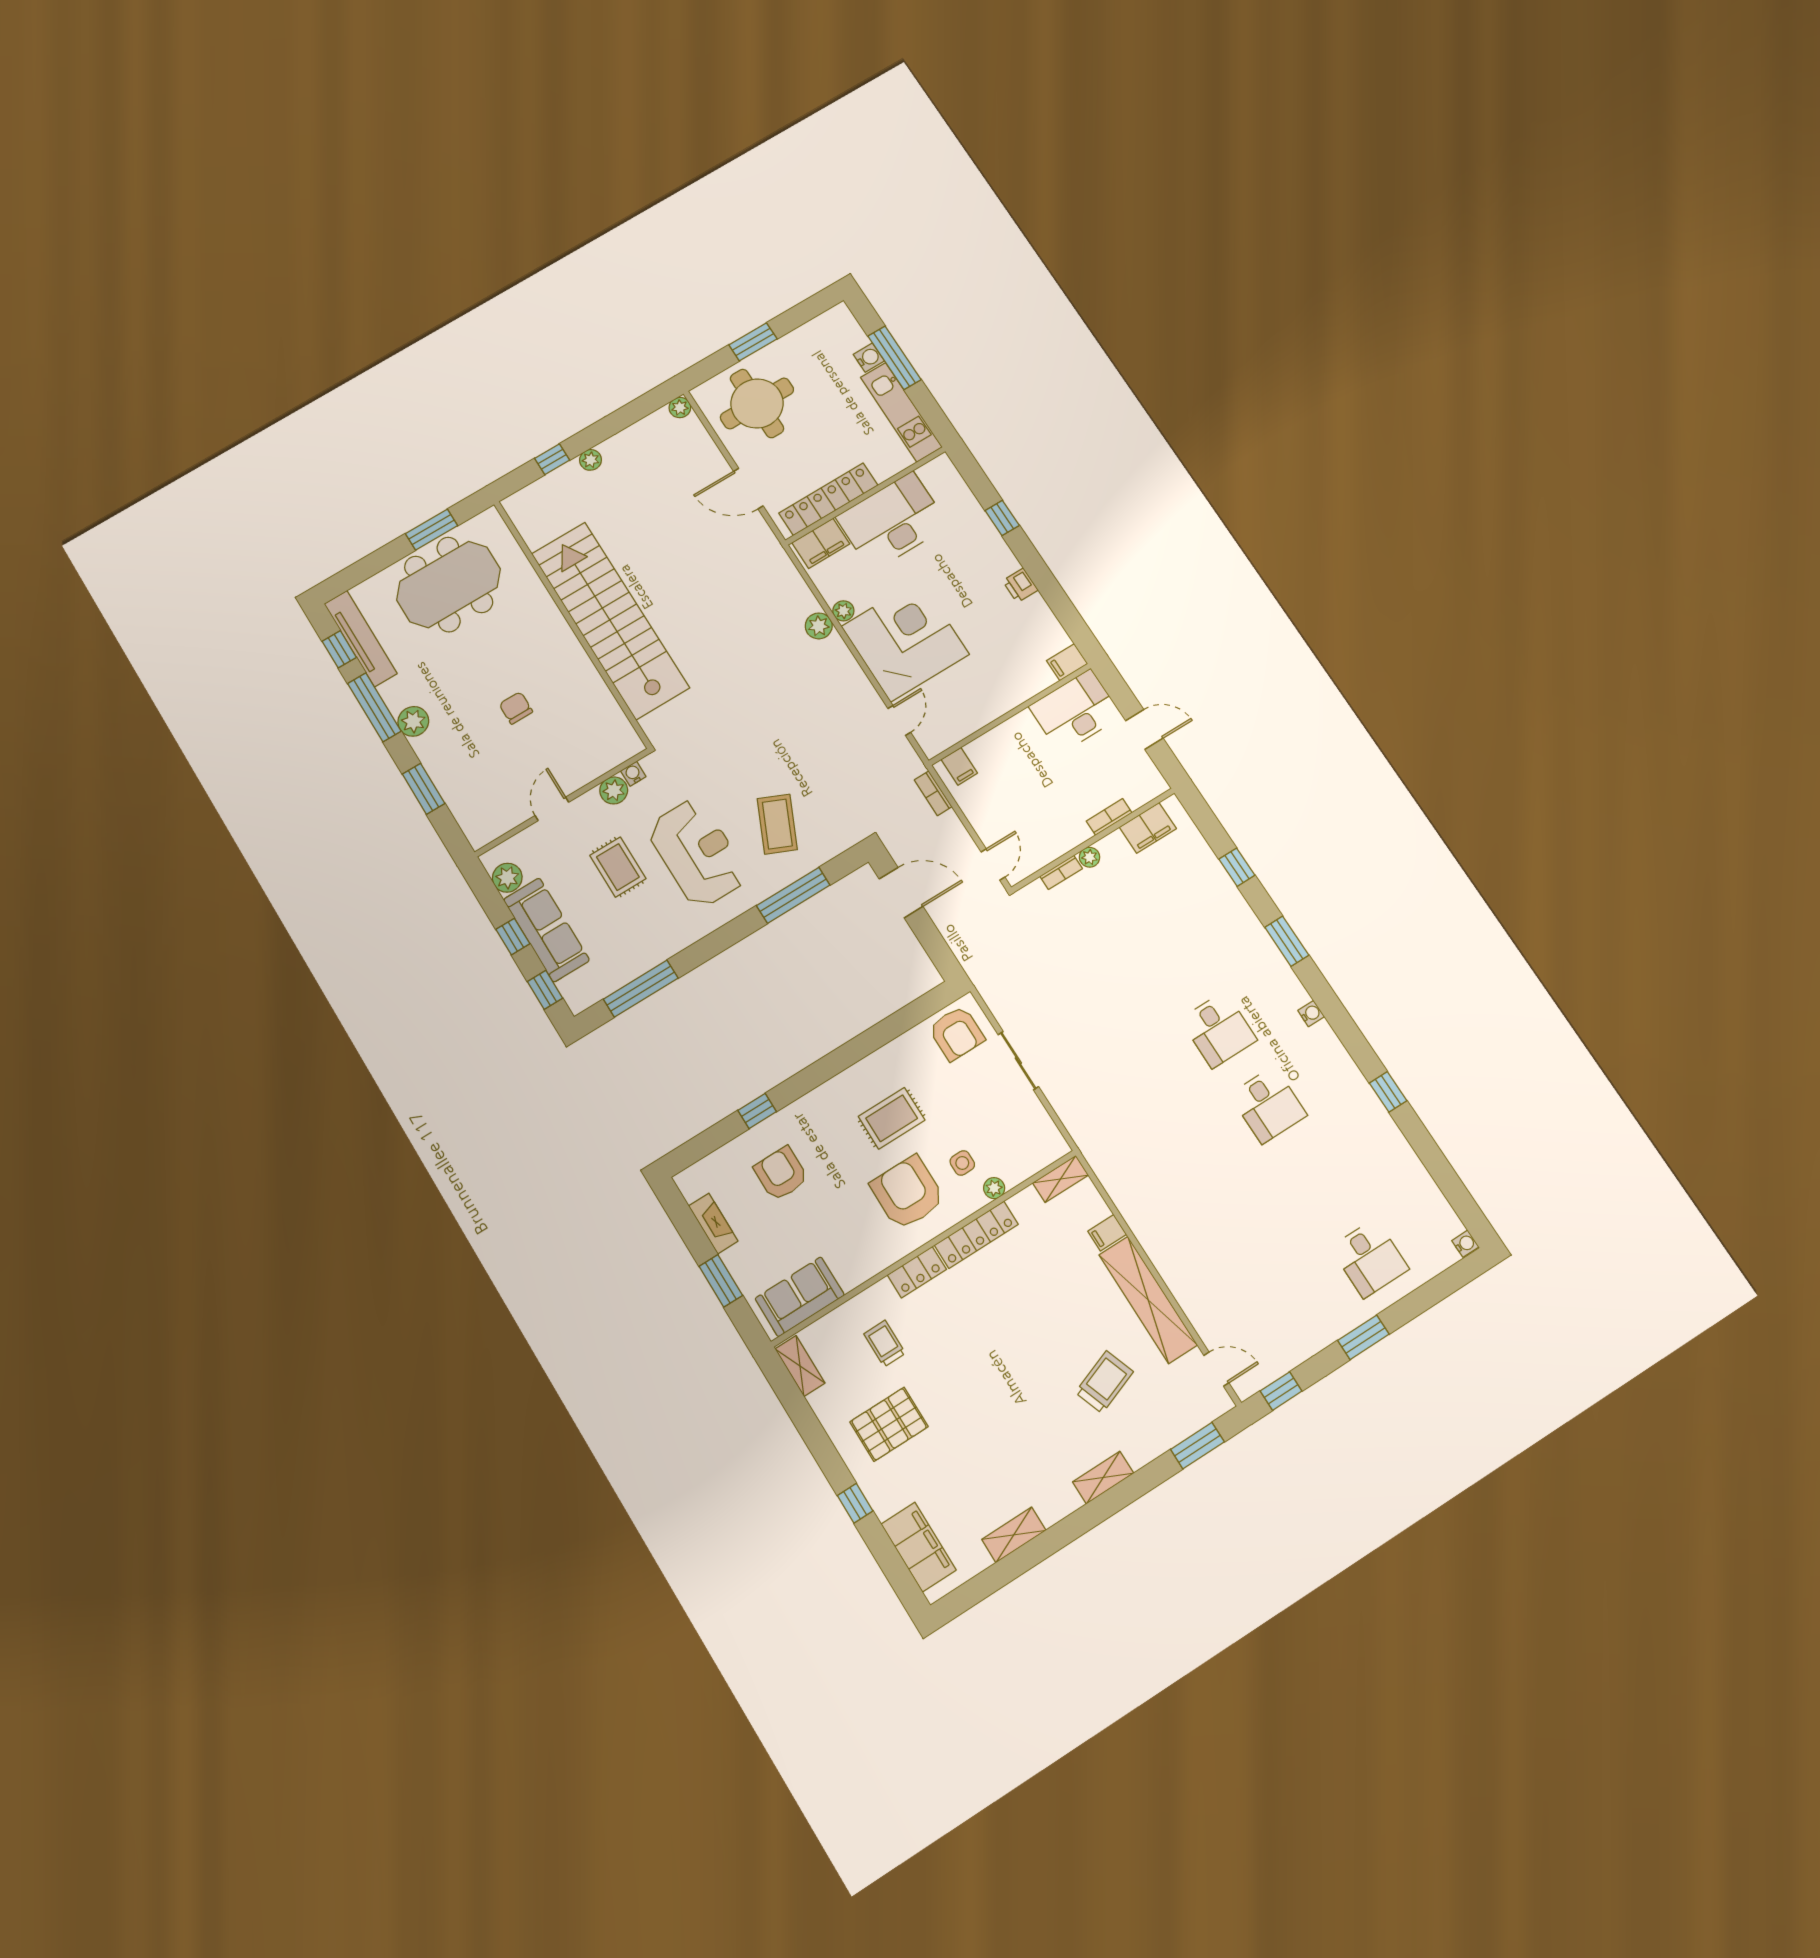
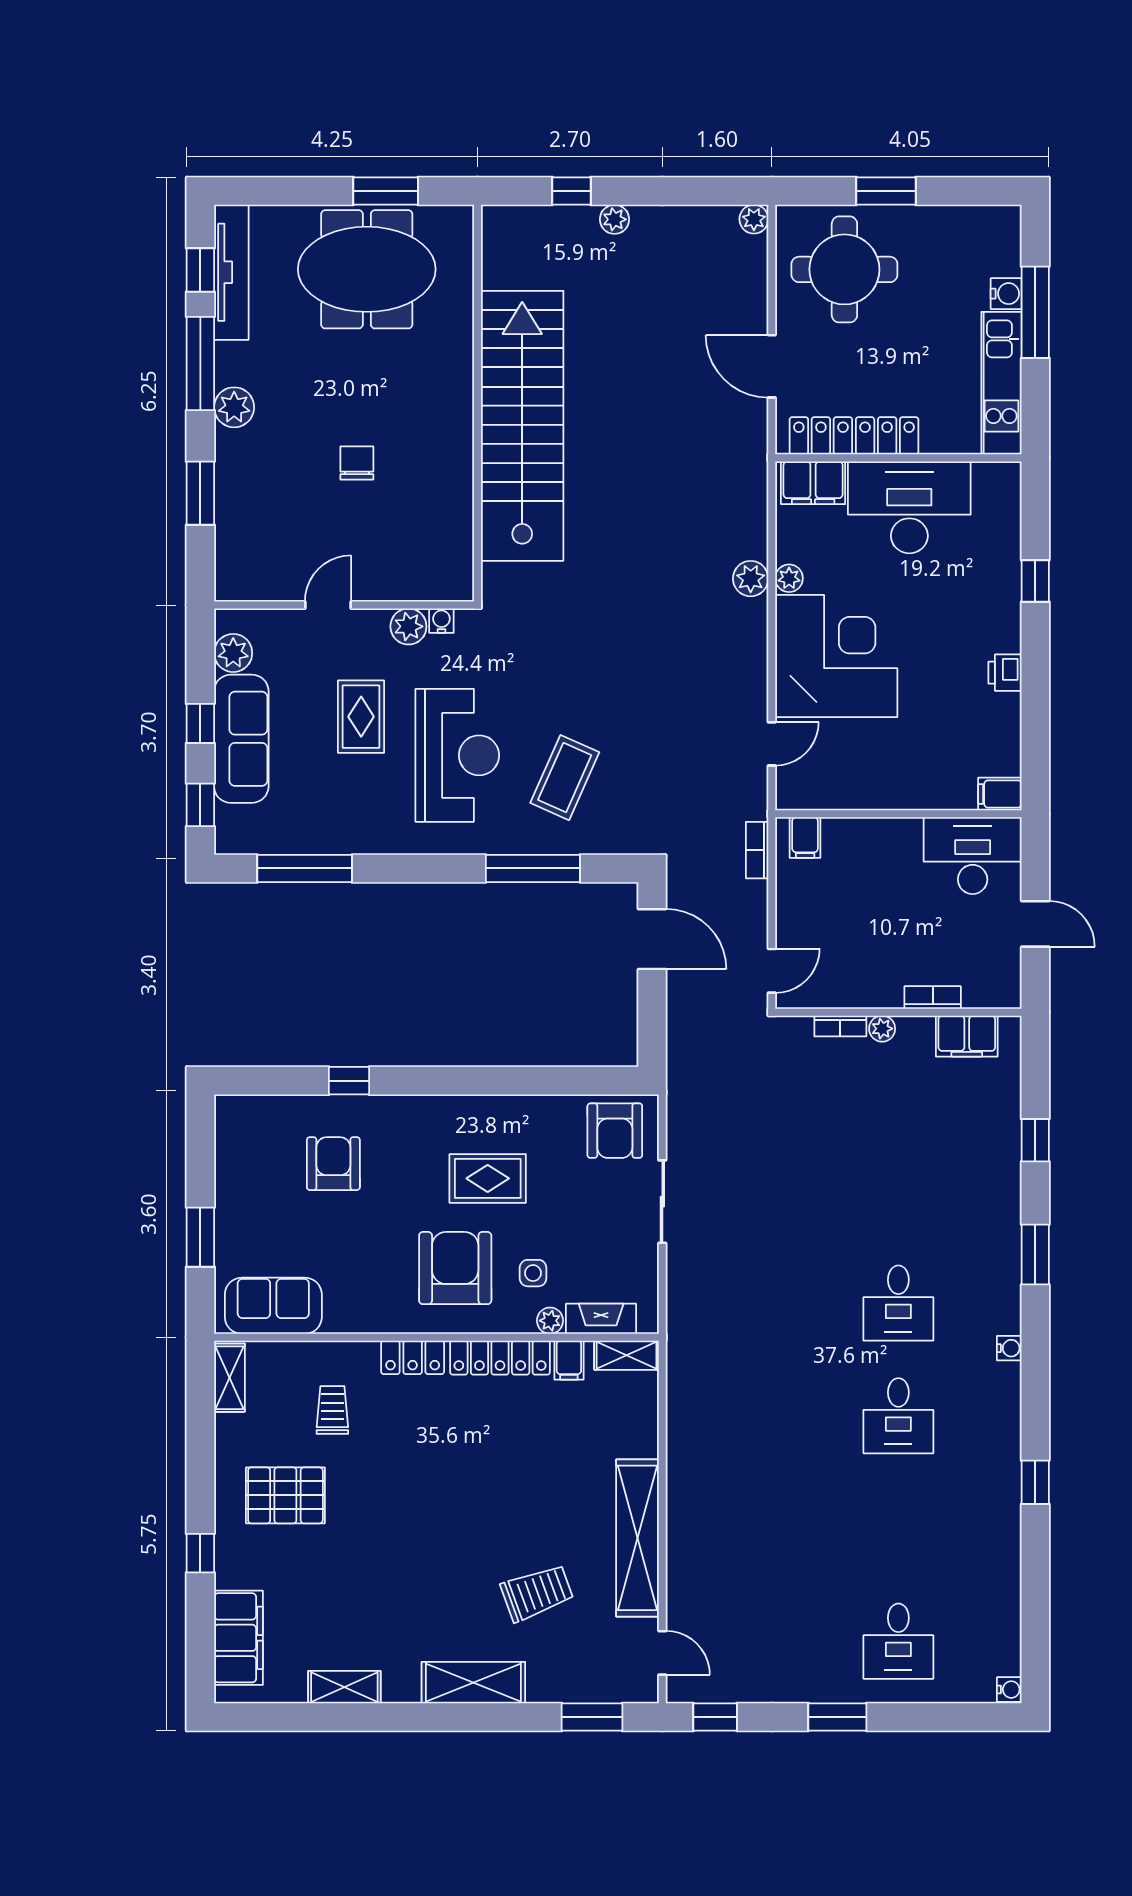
fireplace: (713, 1223) -> (601, 1319), moved, turned -90
filing cabinet: (1107, 1233) -> (569, 1360), moved, turned -90
shelving: (1103, 1478) -> (473, 1683), width x1.50, depth x1.33

